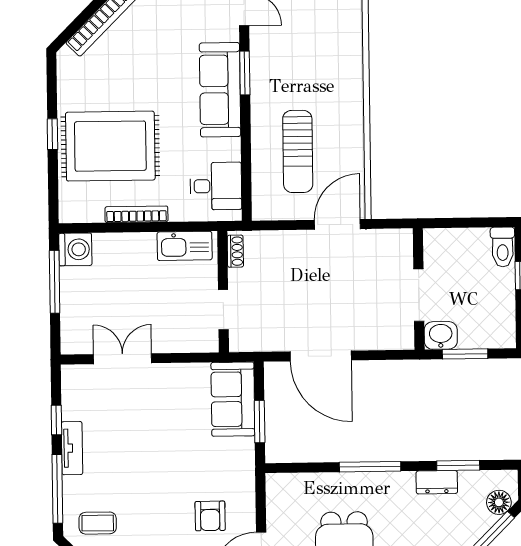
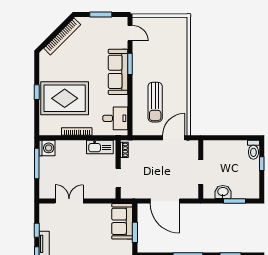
wall: (419, 289) -> (201, 169), moved
doorway: (419, 295) -> (201, 172), moved

